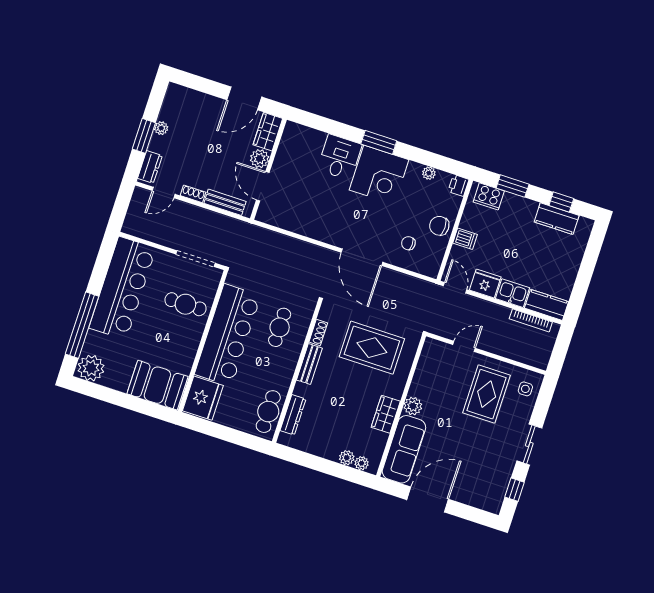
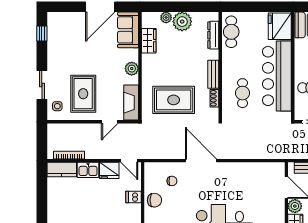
fireplace: (428, 362) -> (131, 103), added
wardrobe: (386, 414) -> (149, 41), moved
sliding door: (529, 444) -> (42, 85), moved
sofa: (404, 449) -> (128, 30), width x0.73
plant: (362, 463) -> (182, 22), moved, width x1.88, depth x1.88

